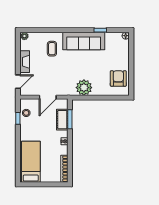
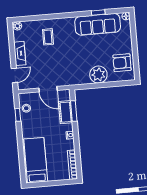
sofa: (84, 41) -> (98, 24), moved
armchair: (118, 78) -> (122, 63), turned -90
plant: (84, 88) -> (98, 75), moved
door: (48, 97) -> (48, 89), hinge flipped

